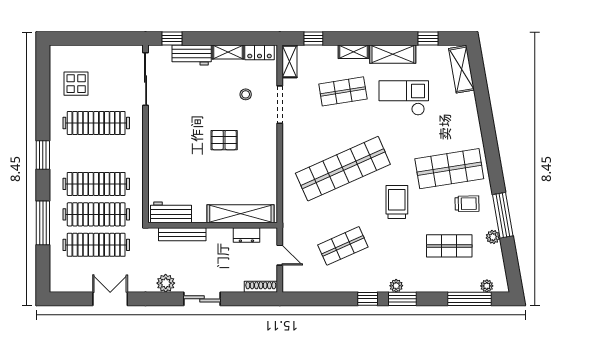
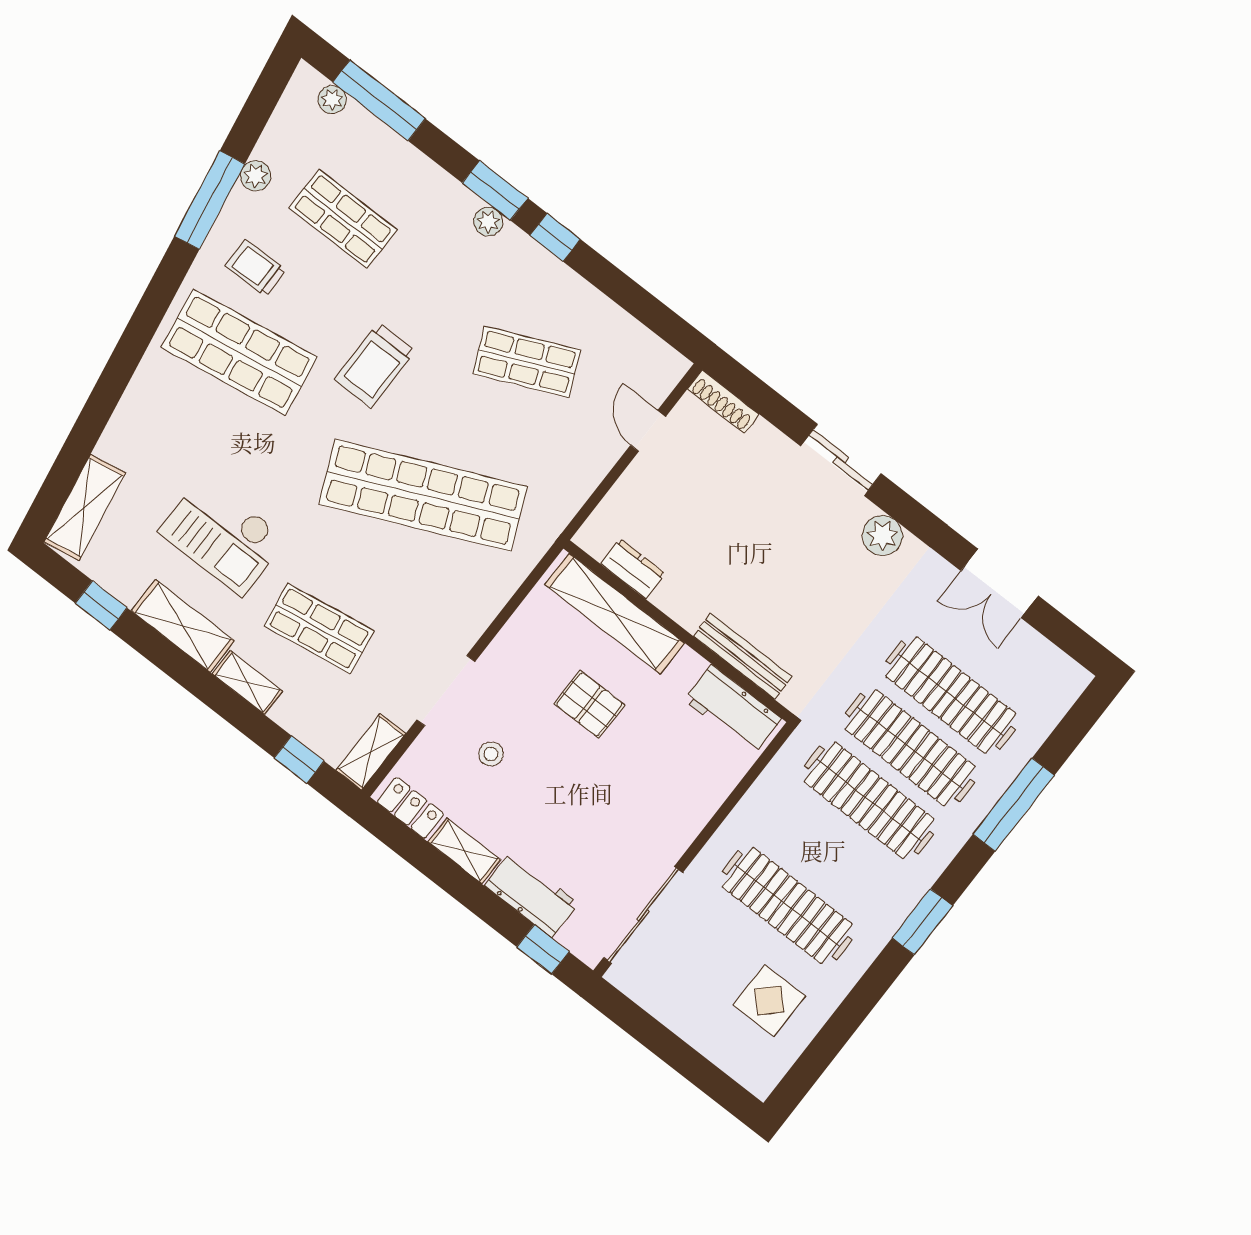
workbench: (171, 212) -> (733, 709), moved
shelving: (240, 214) -> (615, 614), moved
wall: (213, 225) -> (678, 631), moved
bench: (182, 234) -> (743, 656), moved
dresser: (246, 235) -> (633, 569), moved

